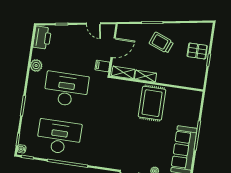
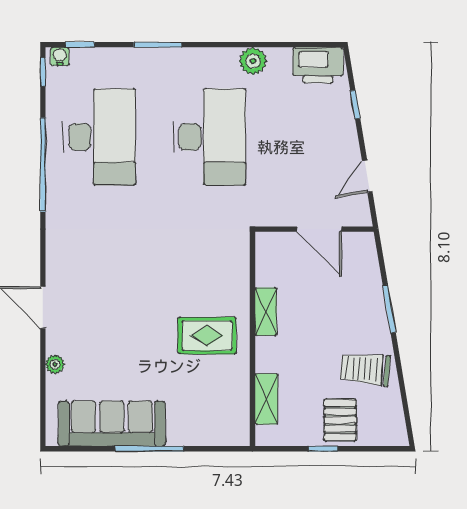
trolley: (161, 43) -> (365, 369), moved, turned -106
filing cabinet: (102, 66) -> (274, 211), removed
shelving: (123, 73) -> (266, 399), moved
rug: (152, 103) -> (207, 336), width x0.73, depth x0.70

